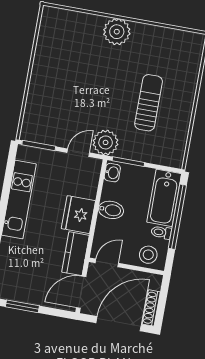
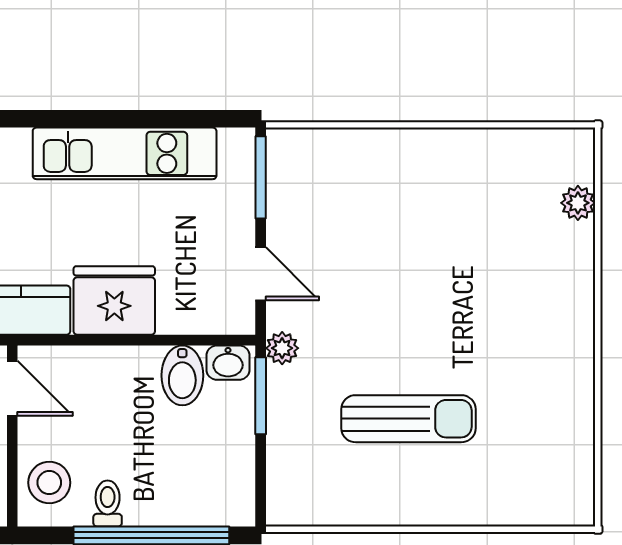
plant: (117, 32) -> (578, 203), moved, width x0.53, depth x0.53
plant: (106, 142) -> (282, 348), width x0.53, depth x0.53
bathtub: (164, 198) -> (190, 496), removed
bidet: (111, 210) -> (182, 375), moved

